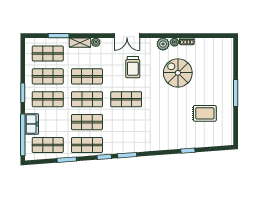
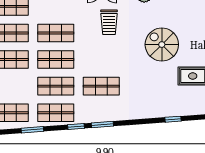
spiral stairs: (178, 73) -> (162, 45), moved
shop shelf: (126, 99) -> (101, 86), moved

